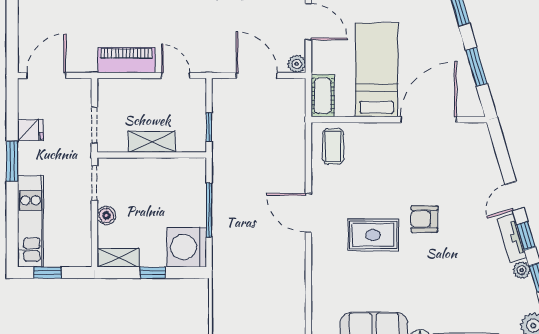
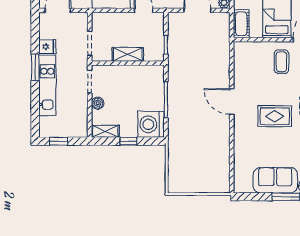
coffee table: (333, 146) -> (281, 62), moved
kitchen unit: (30, 221) -> (47, 85), moved

